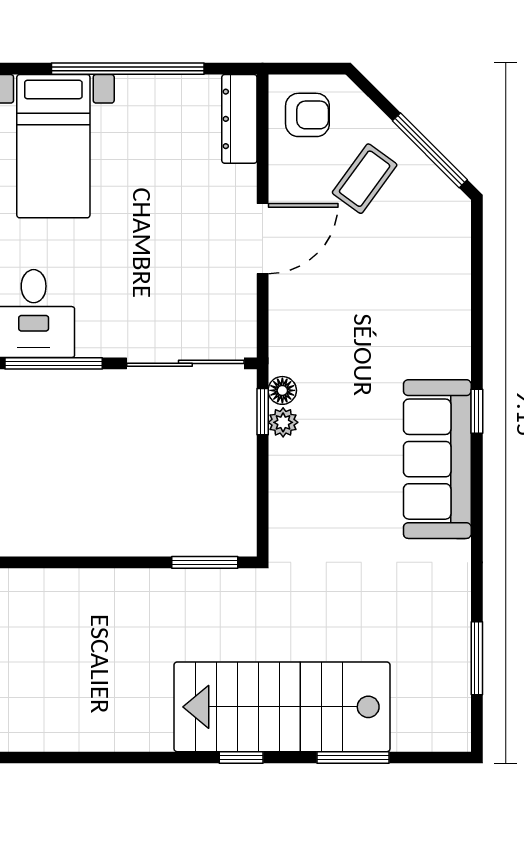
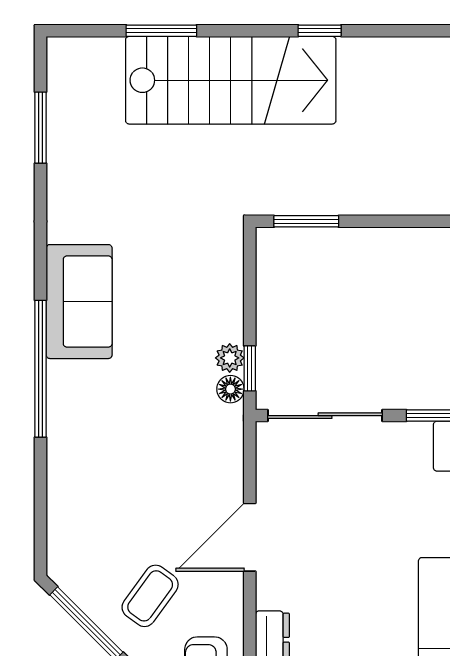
window: (477, 411) -> (41, 369), width x3.17
sofa: (437, 459) -> (79, 302), width x0.73
window: (241, 758) -> (320, 31), moved

